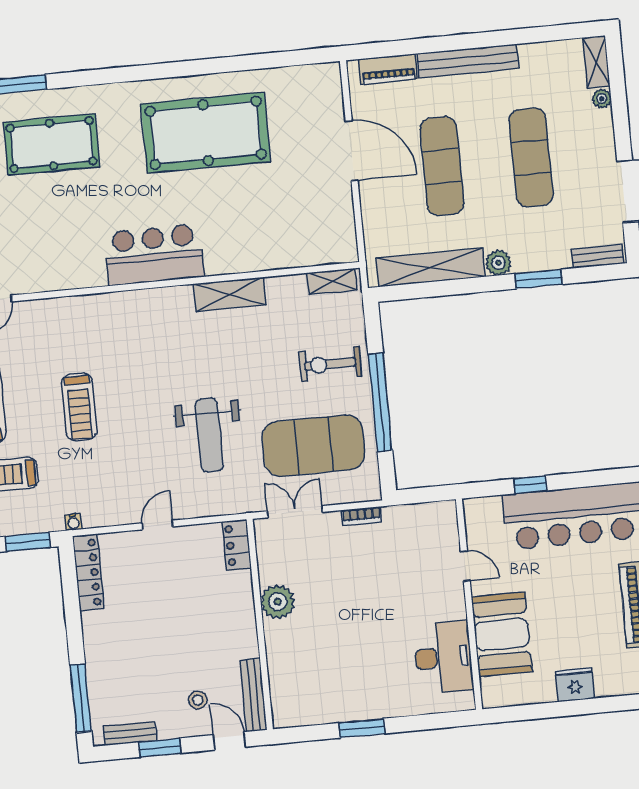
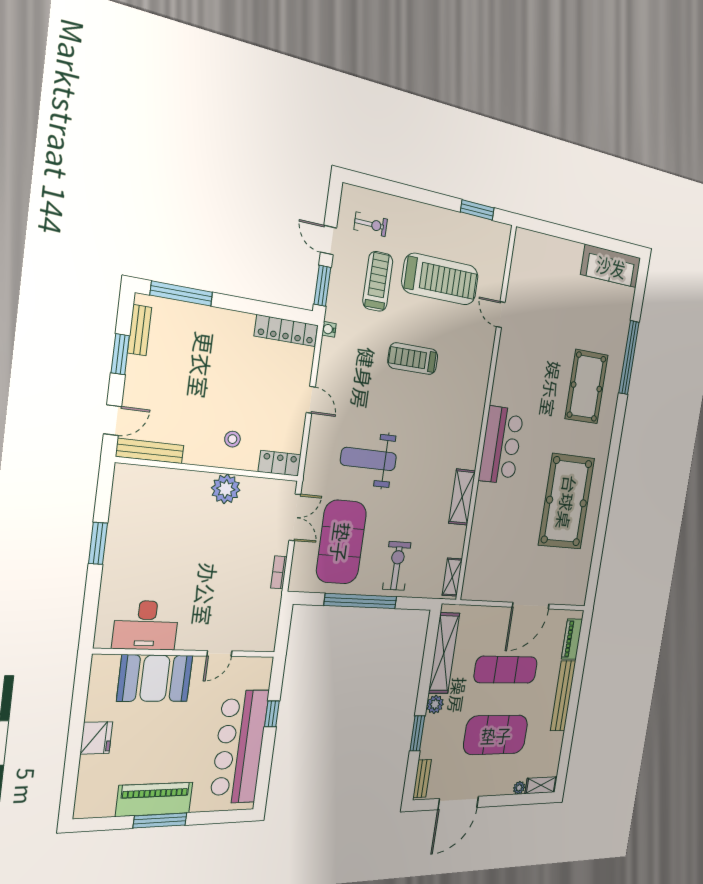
exercise mat: (531, 157) -> (496, 735), width x1.47
stool: (198, 700) -> (232, 439), moved

